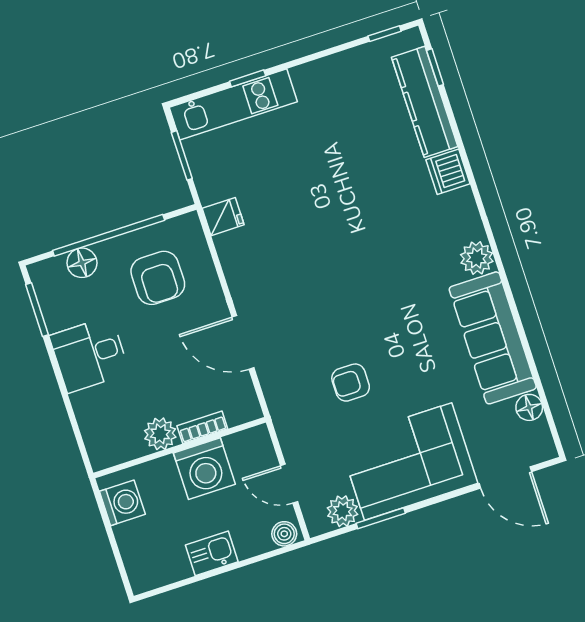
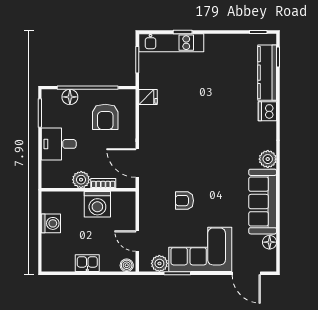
bookcase: (202, 427) -> (103, 183), moved
plant: (160, 434) -> (81, 180), moved
wall: (180, 448) -> (89, 190), moved
washing machine: (204, 469) -> (97, 204), moved

